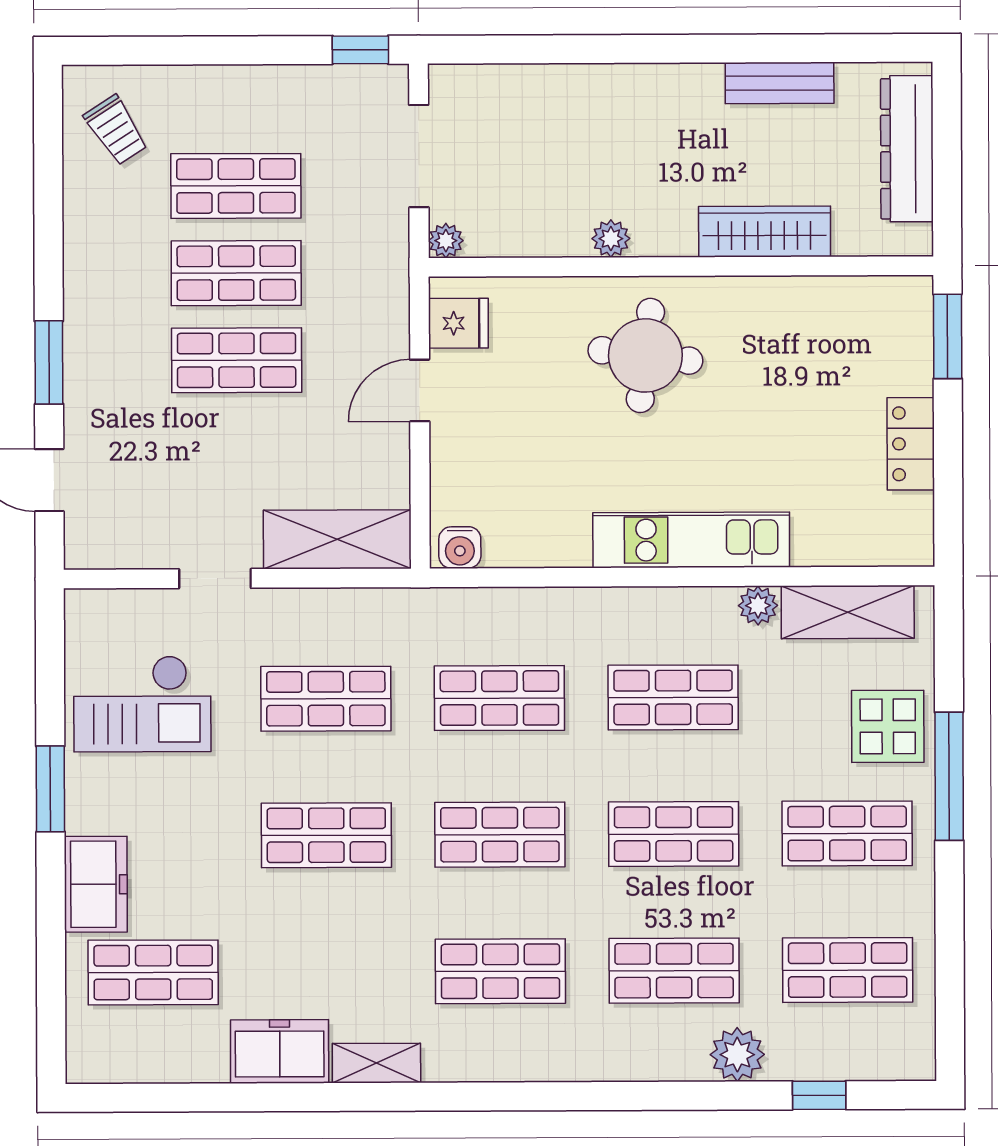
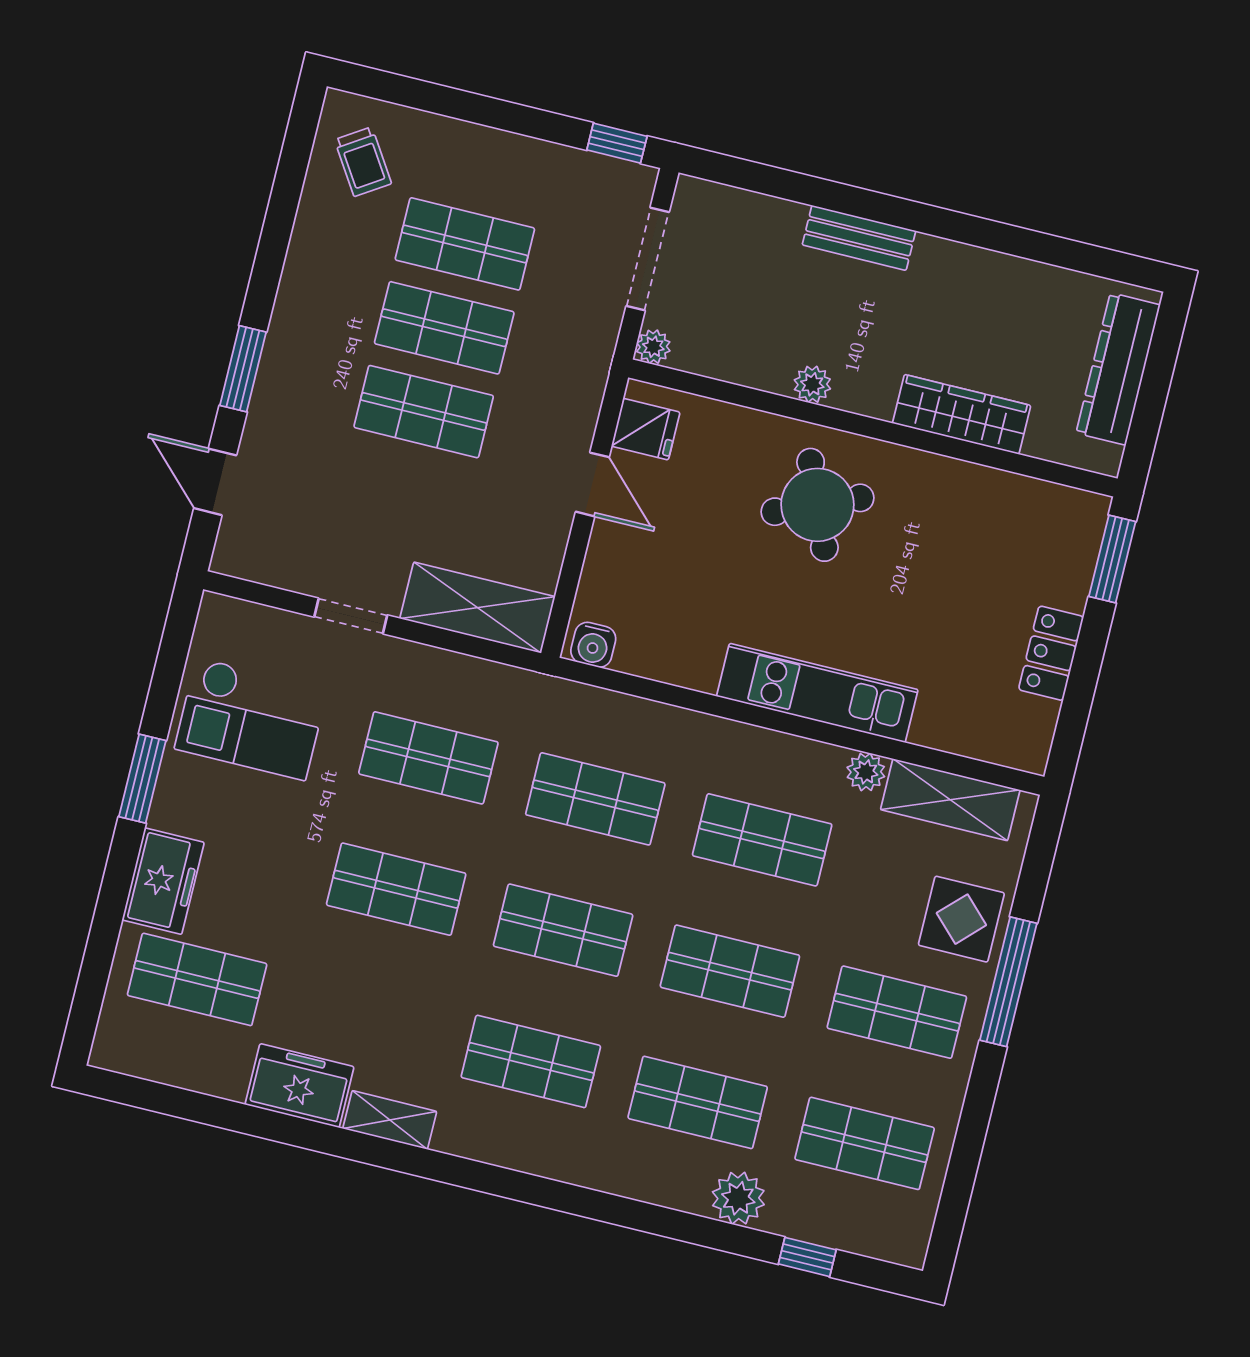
bench: (780, 83) -> (859, 238), moved
round table: (645, 355) -> (817, 505), turned -30
door: (420, 390) -> (592, 484), swing flipped

